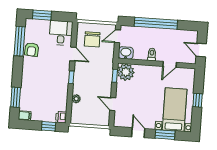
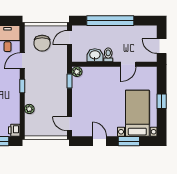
washbasin: (126, 53) -> (95, 55), moved
door: (73, 54) -> (22, 61), swing flipped
plant: (126, 72) -> (77, 72), width x0.53, depth x0.53
door: (113, 104) -> (69, 124), moved

